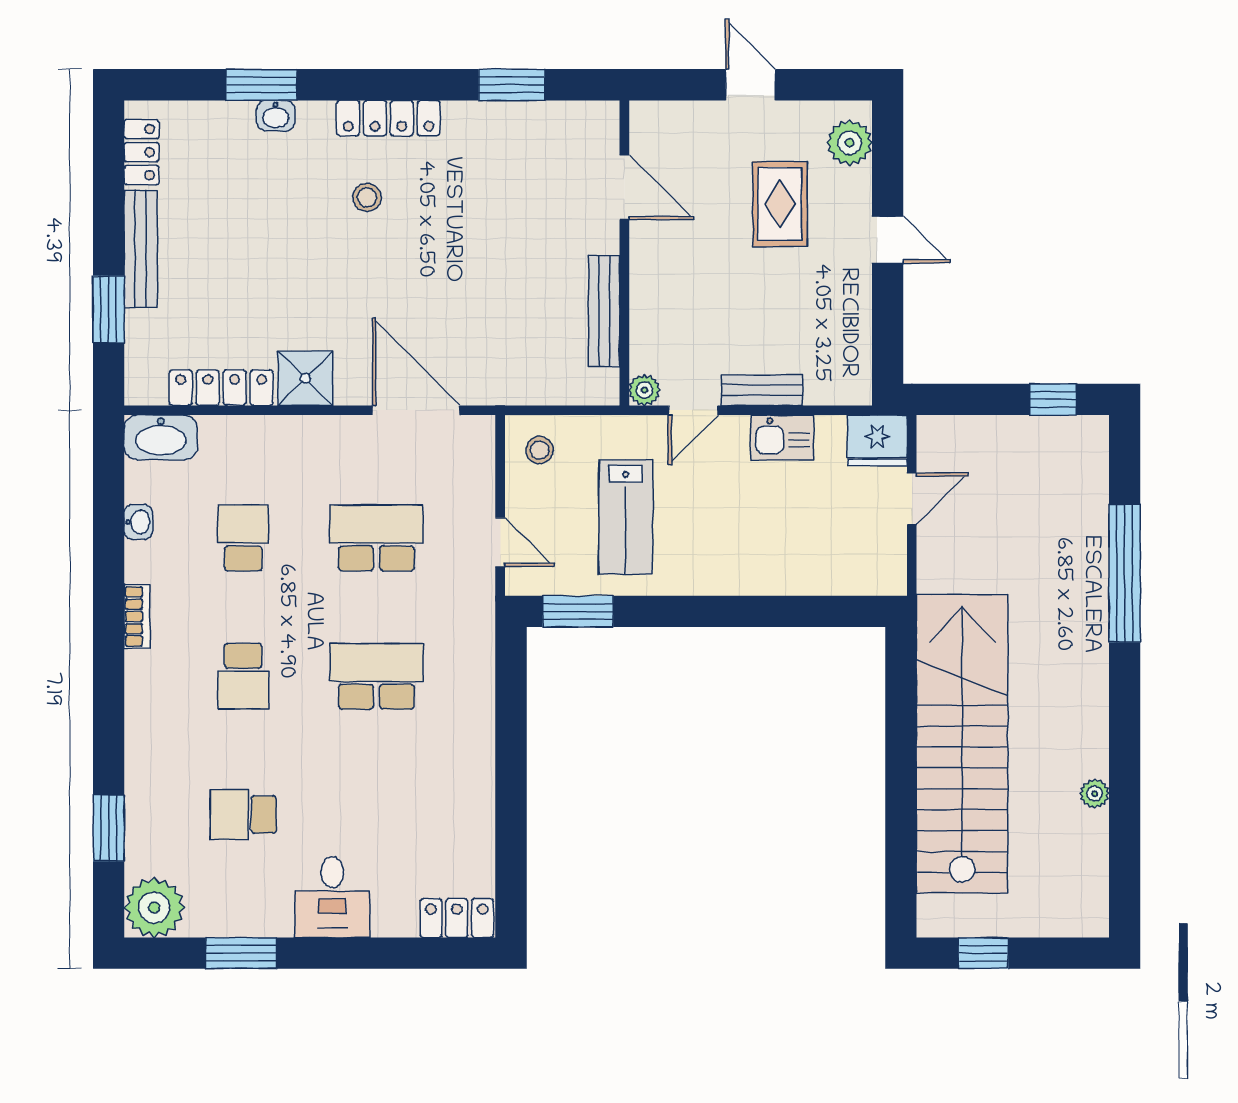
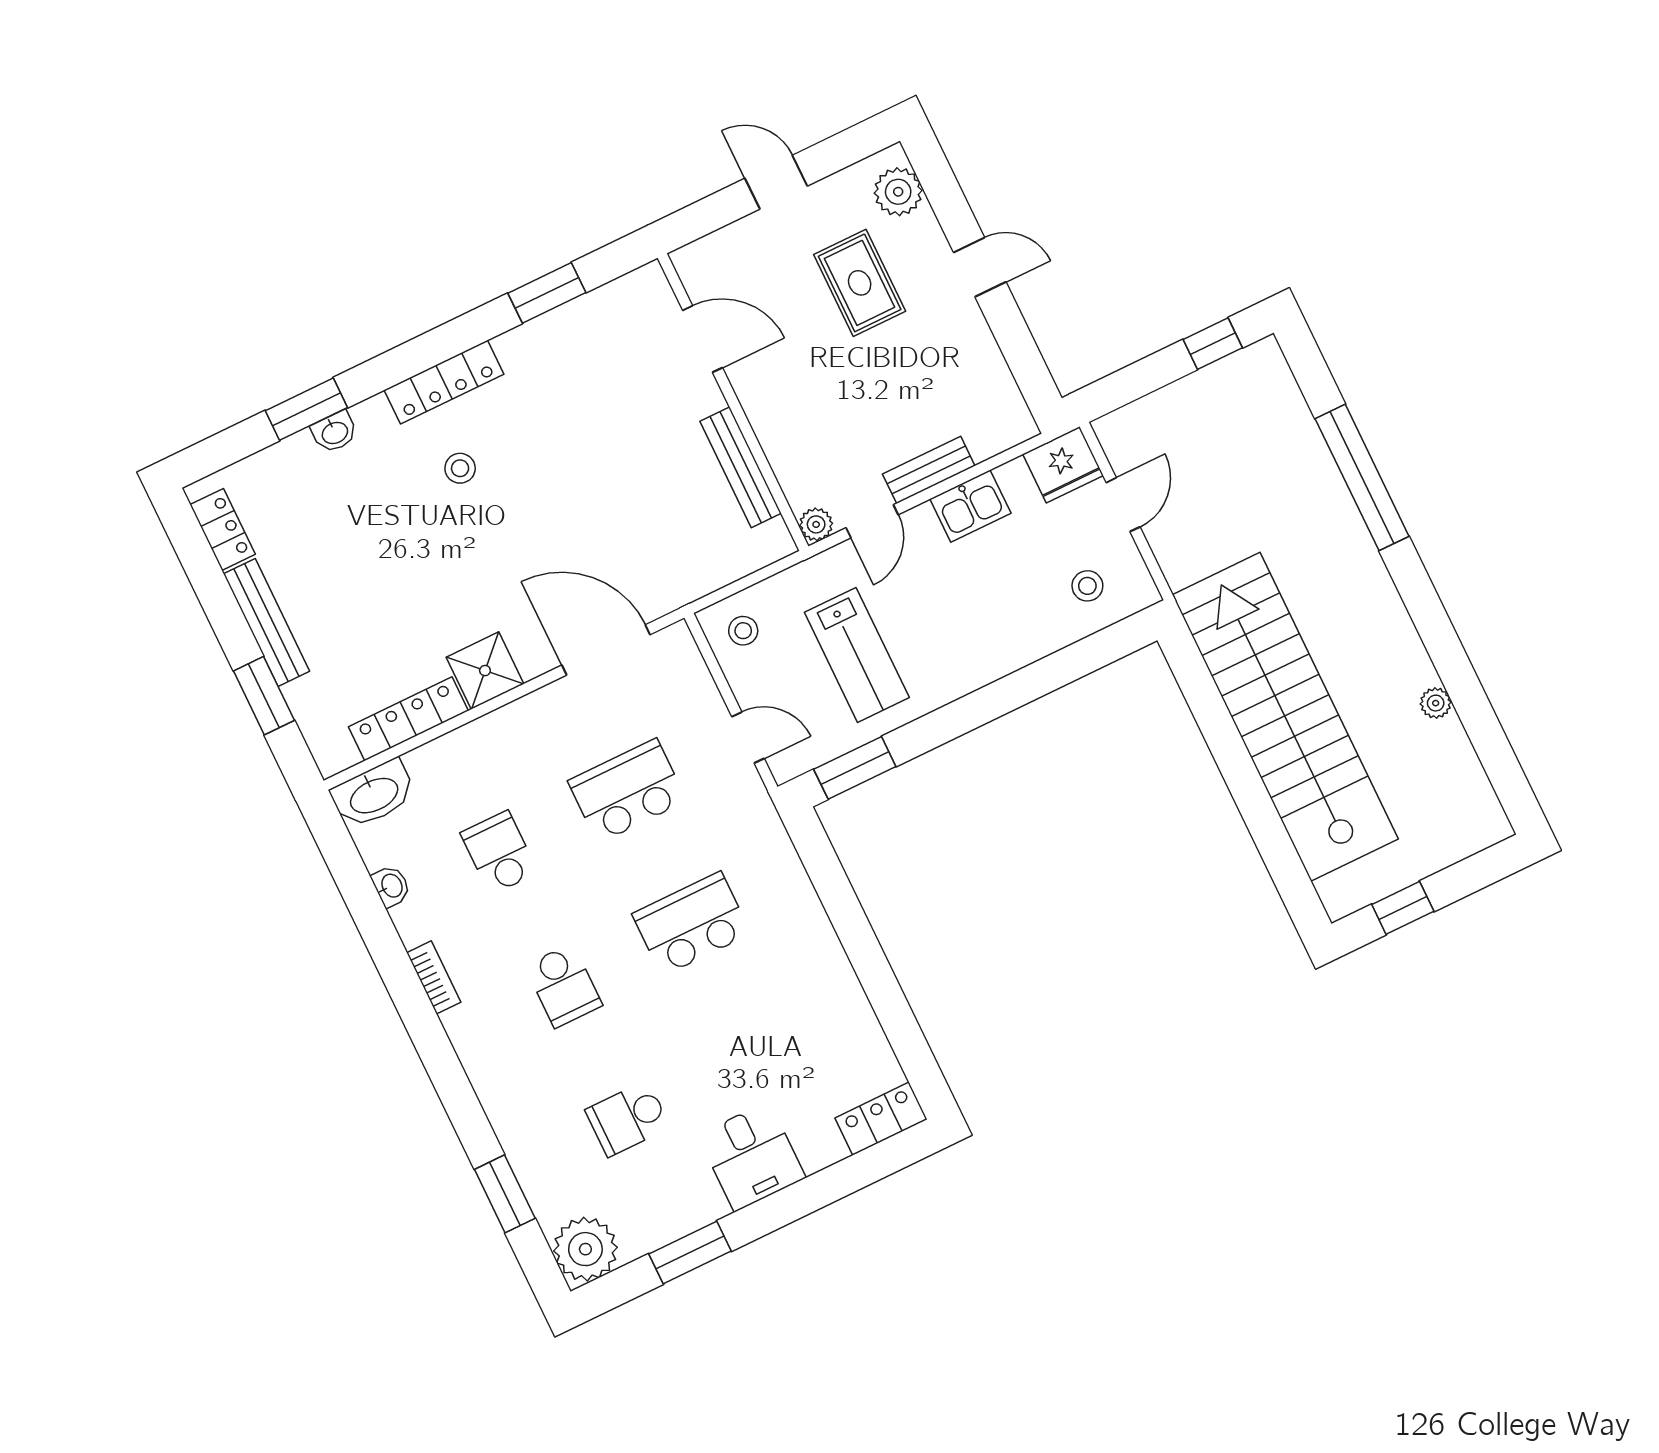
stool: (848, 553) -> (1087, 586), added

